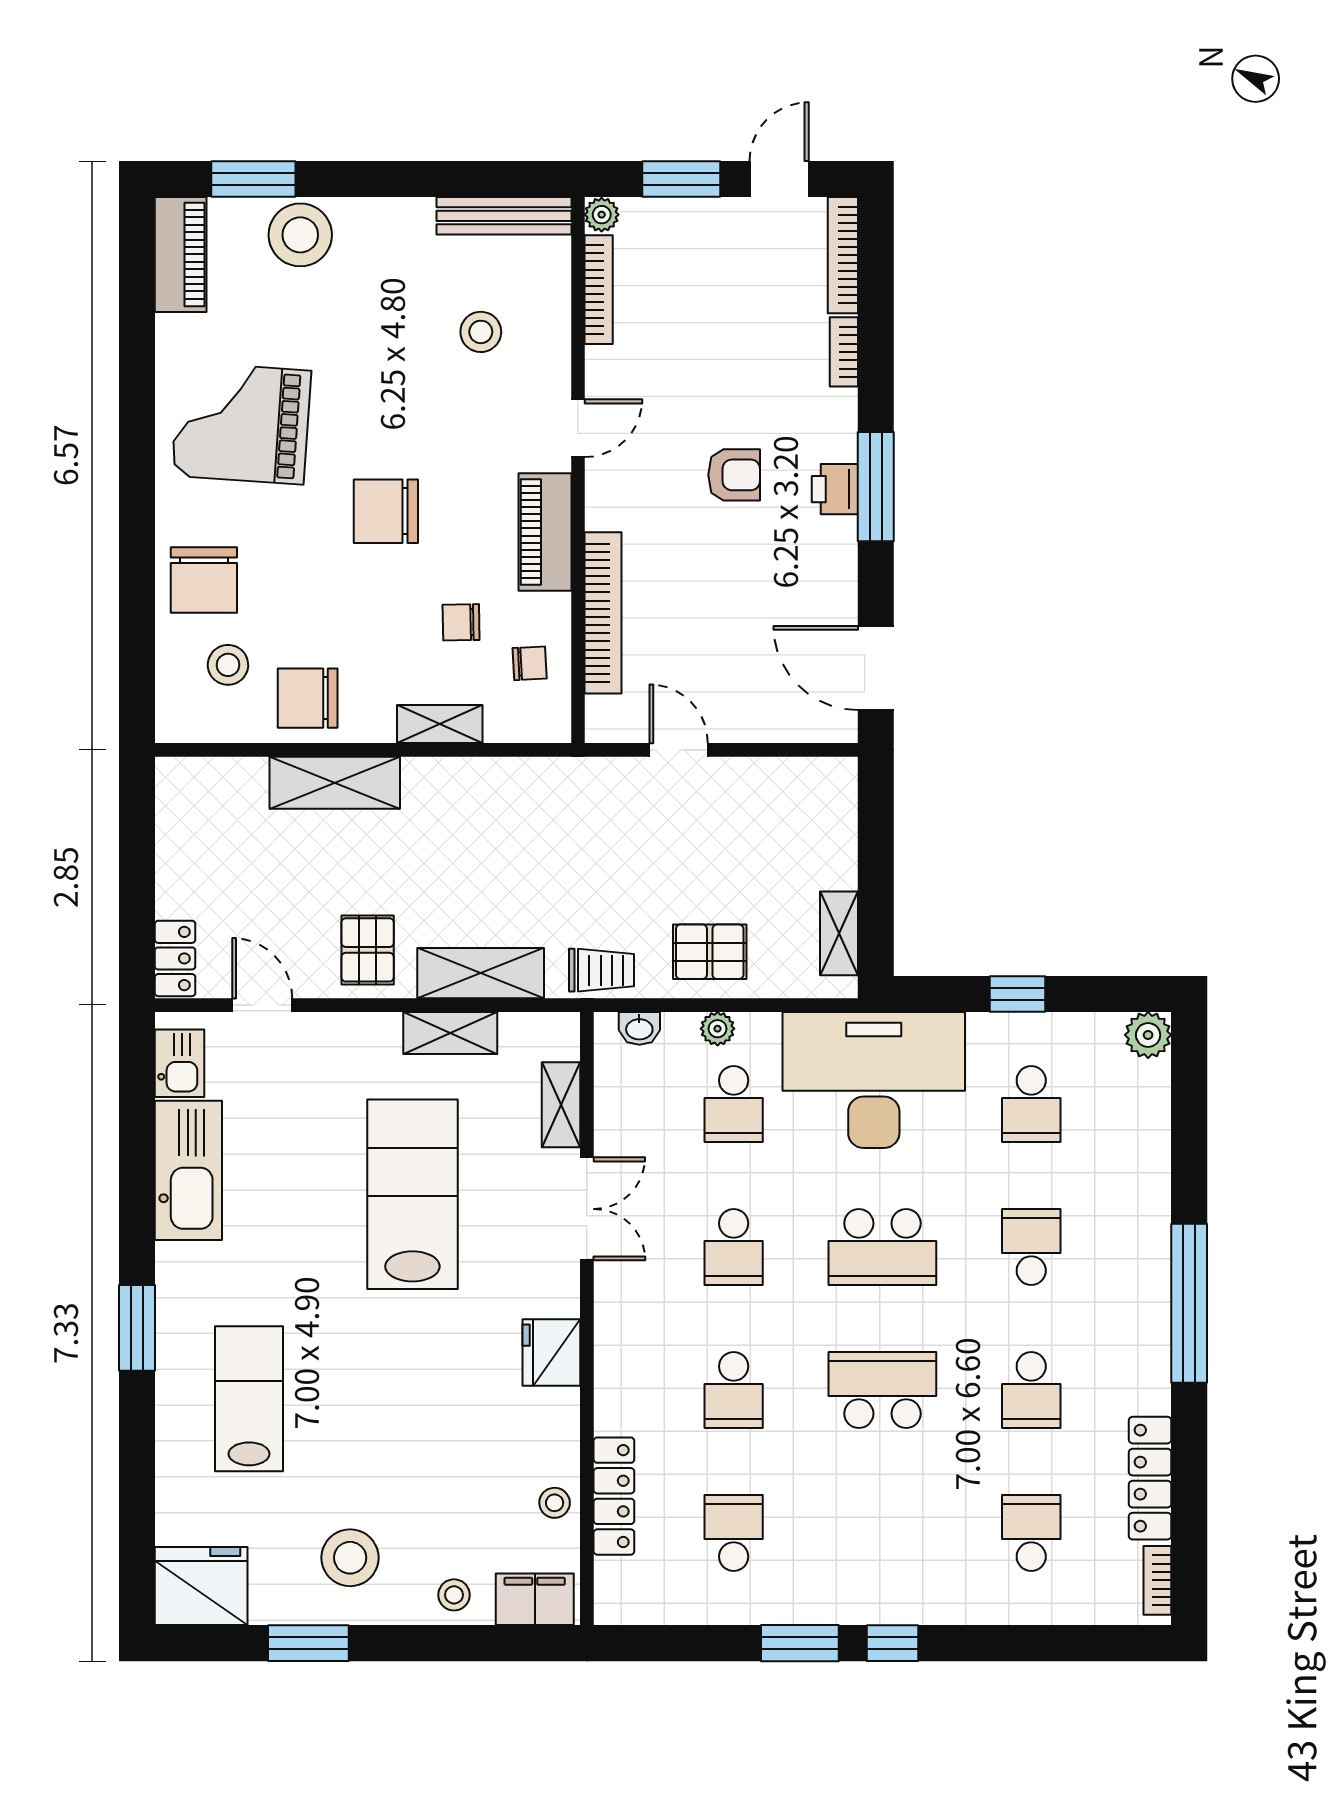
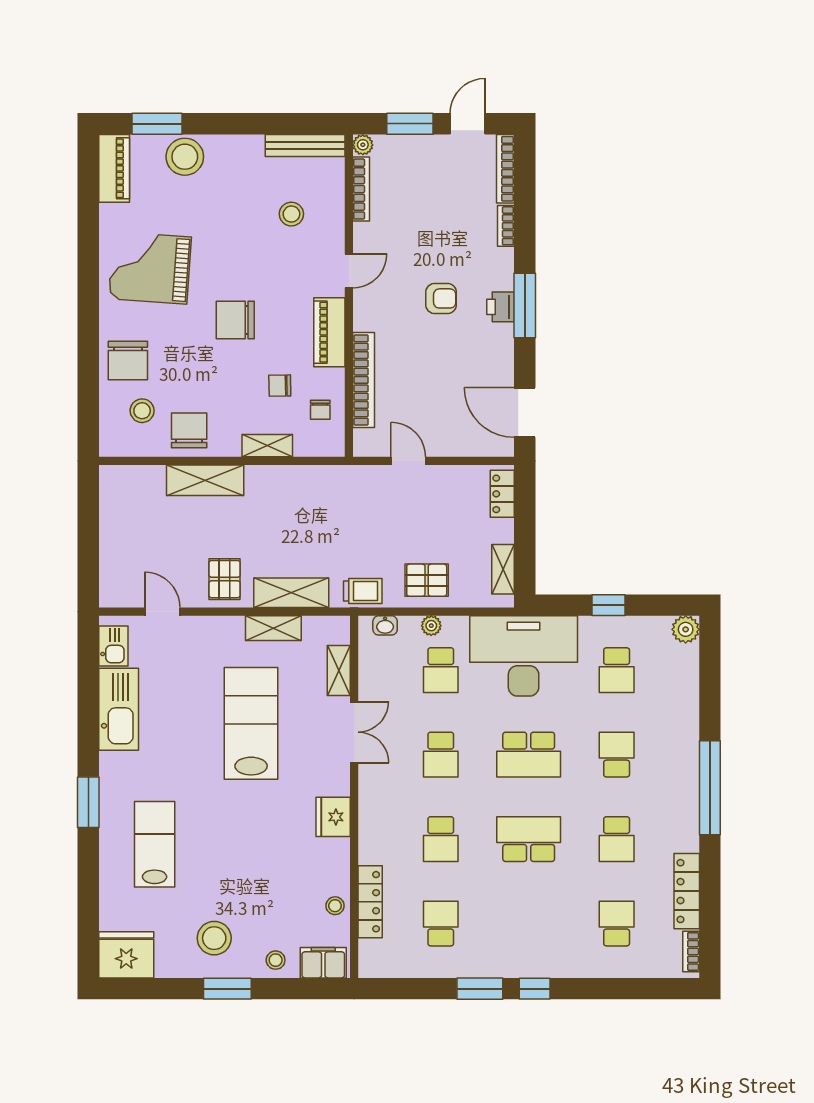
chair: (530, 663) -> (320, 410), turned 93
chair: (308, 698) -> (189, 430), turned 90
locker: (175, 958) -> (502, 494), moved, turned 180
window: (308, 1643) -> (227, 989), moved

